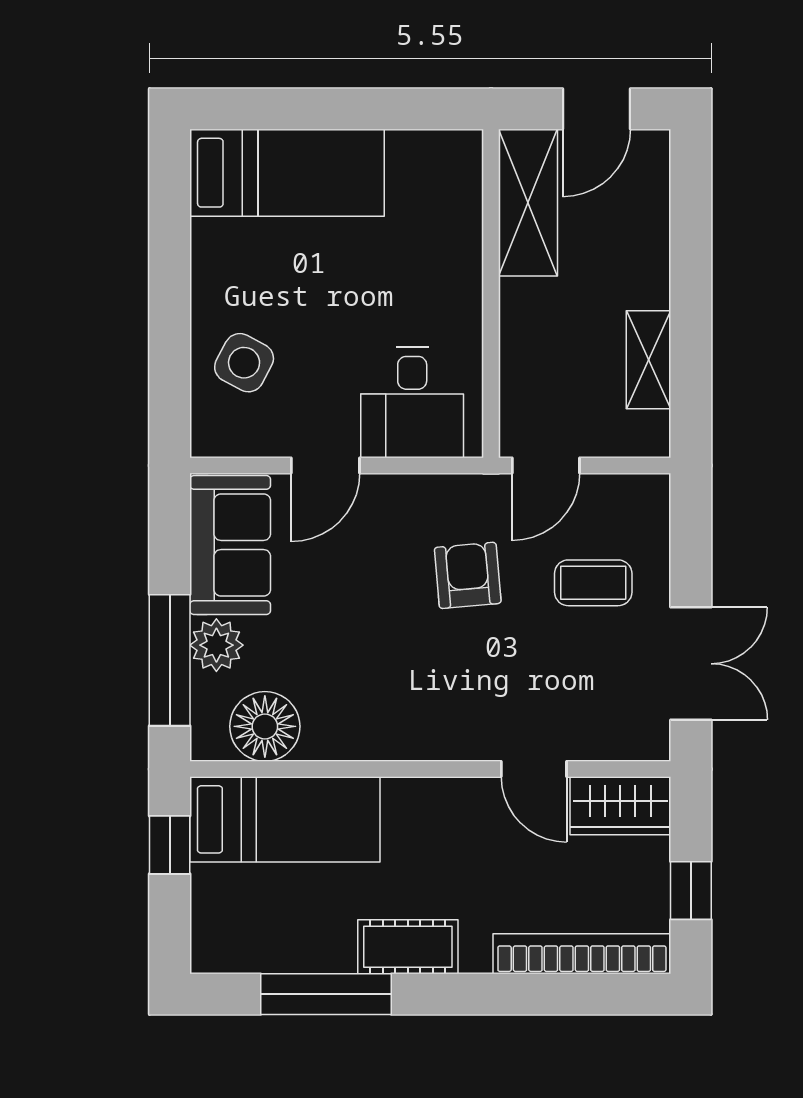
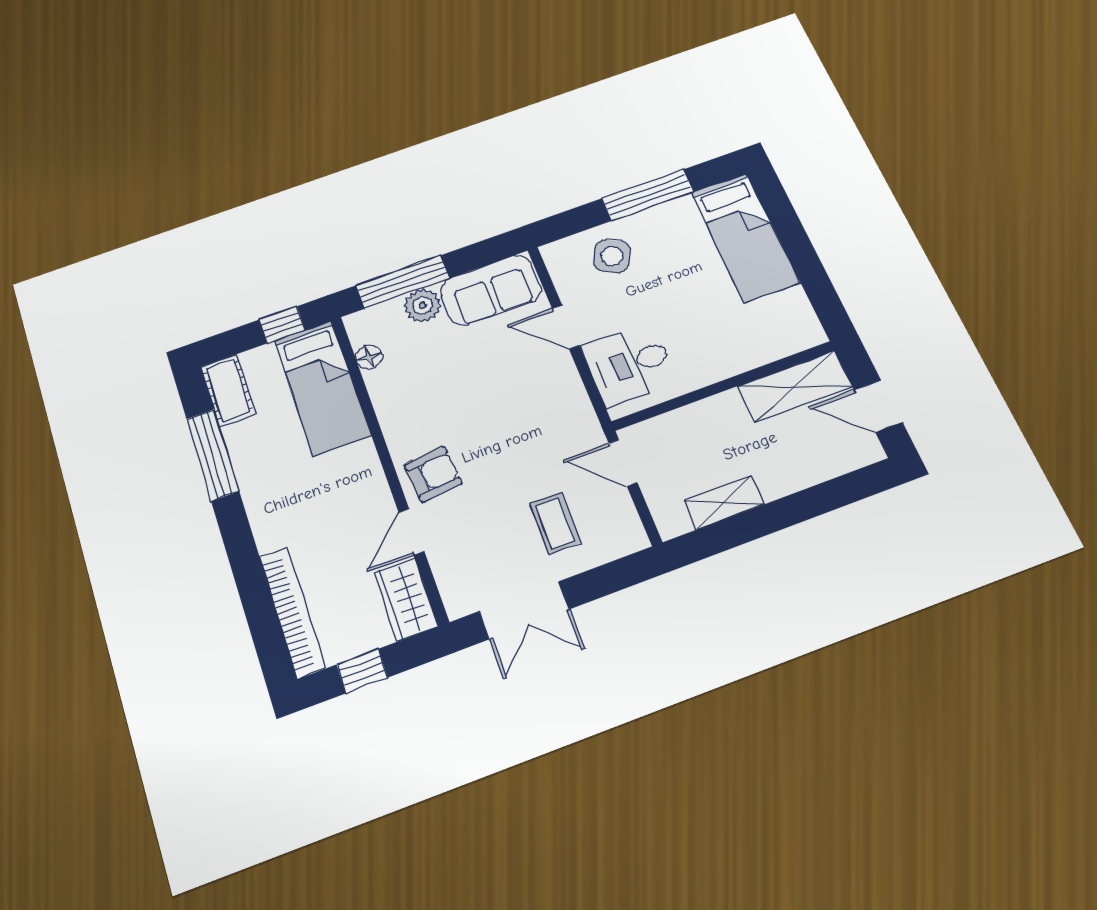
window: (170, 277) -> (647, 195), added
armchair: (468, 575) -> (433, 474), moved
floor lamp: (265, 726) -> (369, 357), width x0.53, depth x0.53
cot: (408, 947) -> (228, 390), moved

